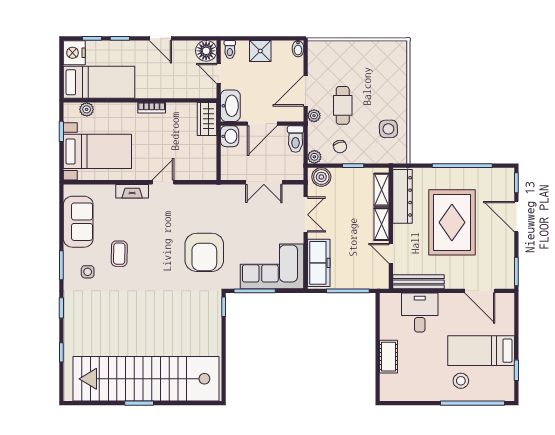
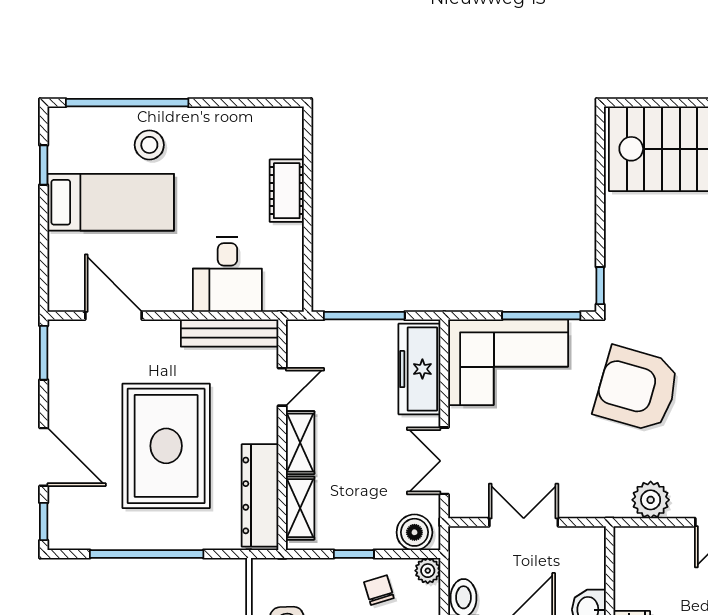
plant: (197, 194) -> (651, 500), added
armchair: (204, 252) -> (637, 389), turned -74
door: (391, 253) -> (282, 387), hinge flipped

